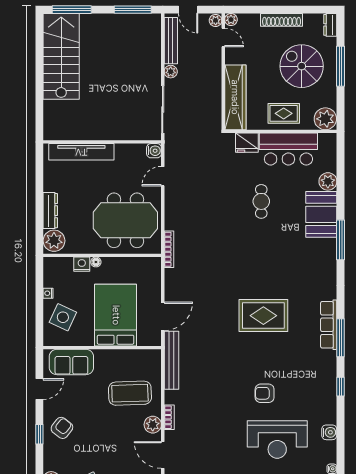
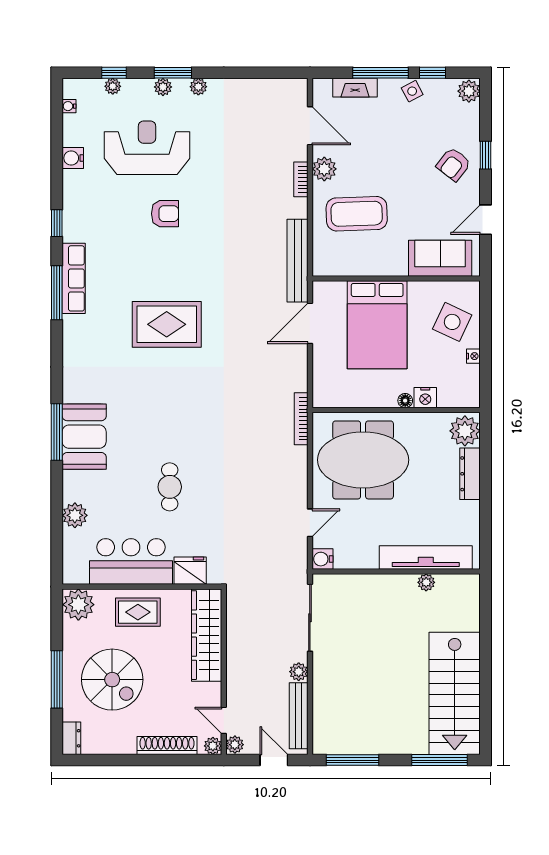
shoe rack: (282, 20) -> (167, 745), moved
plant: (81, 134) -> (426, 582), added
booth: (321, 214) -> (84, 437), moved
row of seats: (329, 325) -> (74, 278), moved

